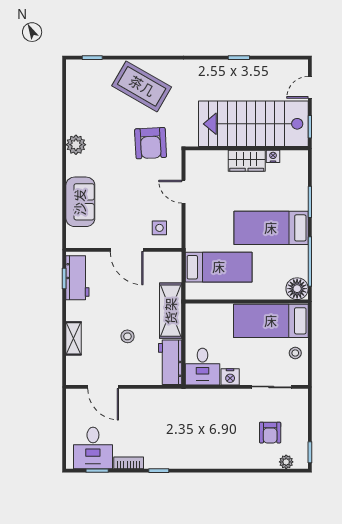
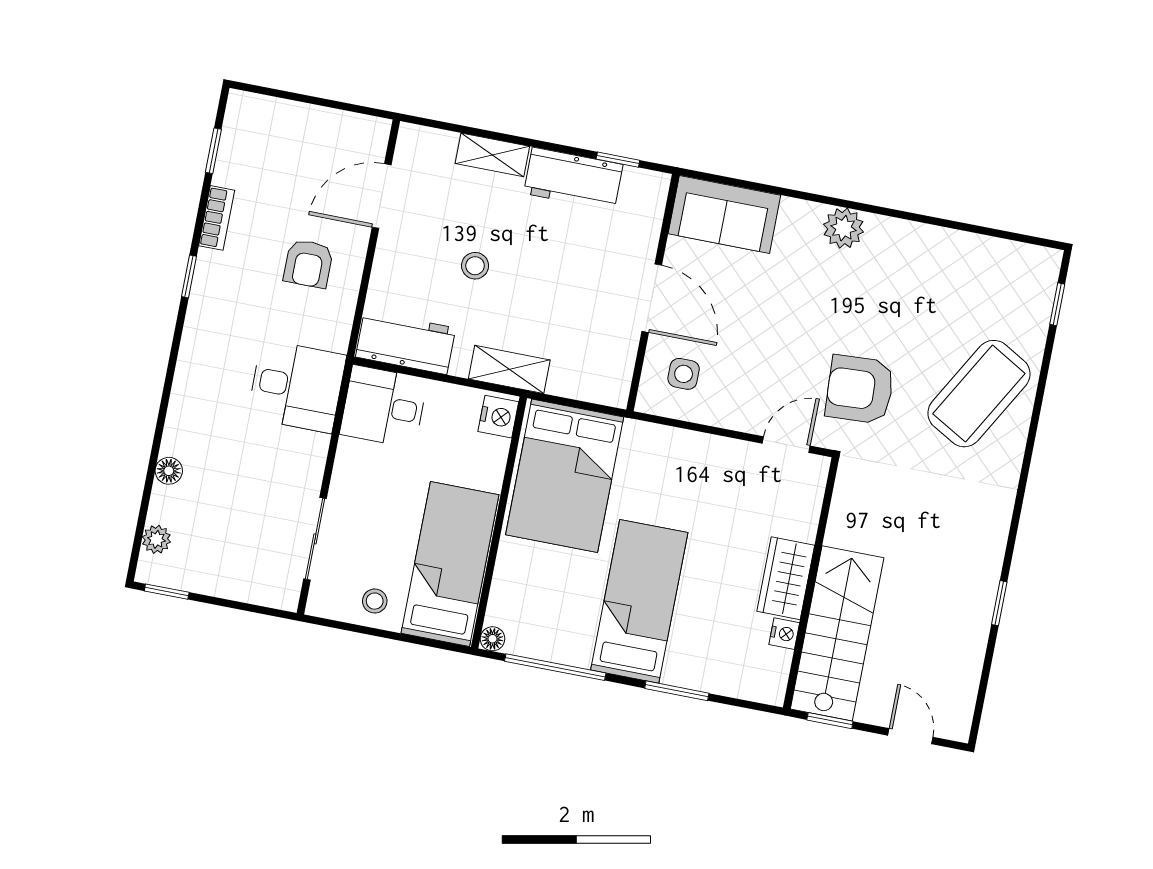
stairs: (253, 124) -> (837, 633), width x0.73, depth x0.66
plant: (76, 145) -> (844, 228), moved
door: (183, 192) -> (786, 445), moved
sofa: (80, 202) -> (724, 214), moved
door: (127, 250) -> (652, 298), swing flipped
bed: (219, 267) -> (565, 476), width x1.50
workbench: (77, 278) -> (573, 179), moved
floor lamp: (297, 289) -> (492, 639), width x0.53, depth x0.53
shelving: (171, 311) -> (509, 369), width x0.67, depth x0.75
nightstand: (230, 377) -> (498, 417), moved, turned 180
armchair: (270, 433) -> (308, 264), moved, turned -90
desk: (93, 448) -> (297, 386), moved, turned 180
floor lamp: (253, 462) -> (169, 471), added

